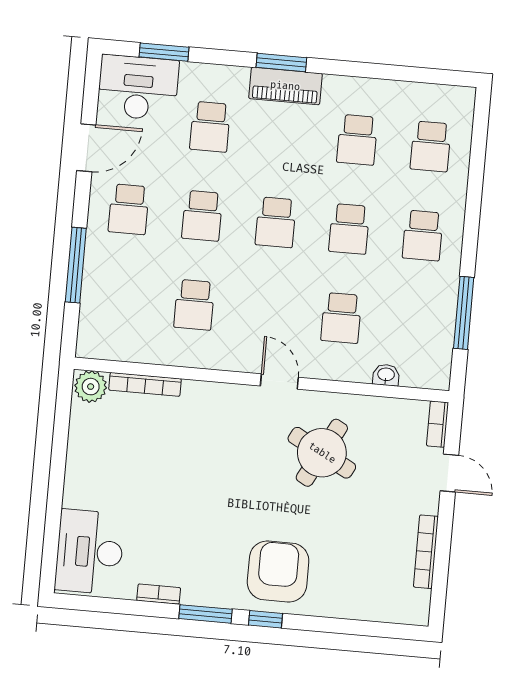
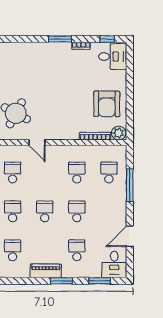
window: (281, 63) -> (61, 281), moved
desk: (138, 88) -> (114, 264), width x0.73
school desk: (129, 209) -> (109, 172), moved
desk: (90, 552) -> (113, 57), width x0.73
armchair: (278, 572) -> (107, 104), moved
window: (265, 619) -> (107, 39), moved

